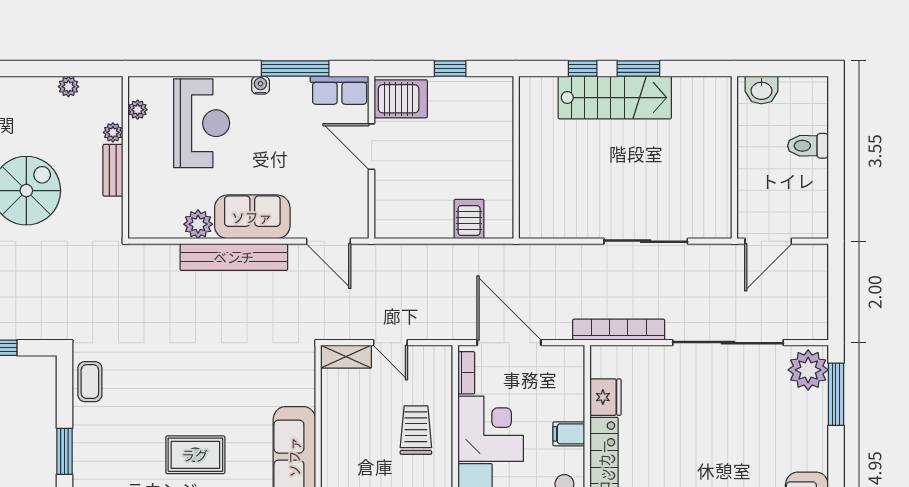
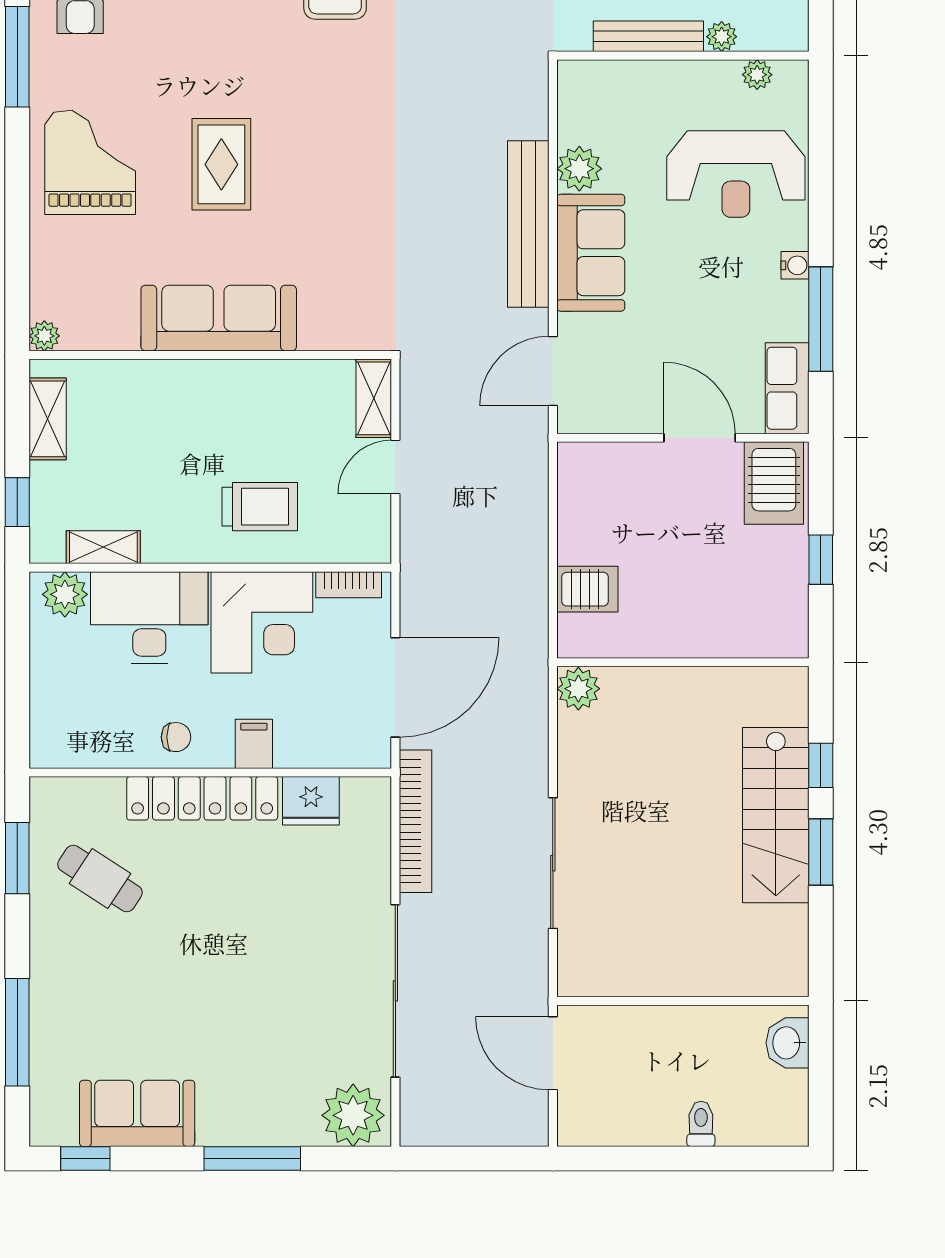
toilet: (808, 146) -> (701, 1124), width x0.73, depth x0.72
door: (372, 147) -> (700, 438), hinge flipped
bench: (113, 170) -> (648, 36), width x1.36
plant: (533, 225) -> (578, 689), added
door: (509, 343) -> (395, 687), moved
window: (836, 394) -> (252, 1158), moved

